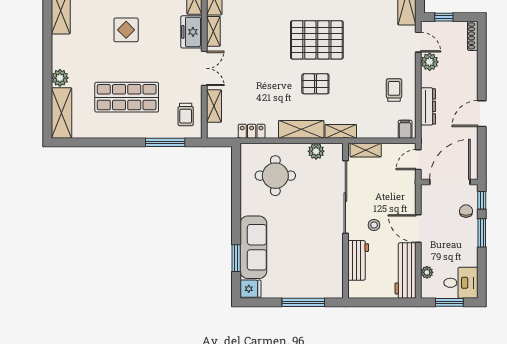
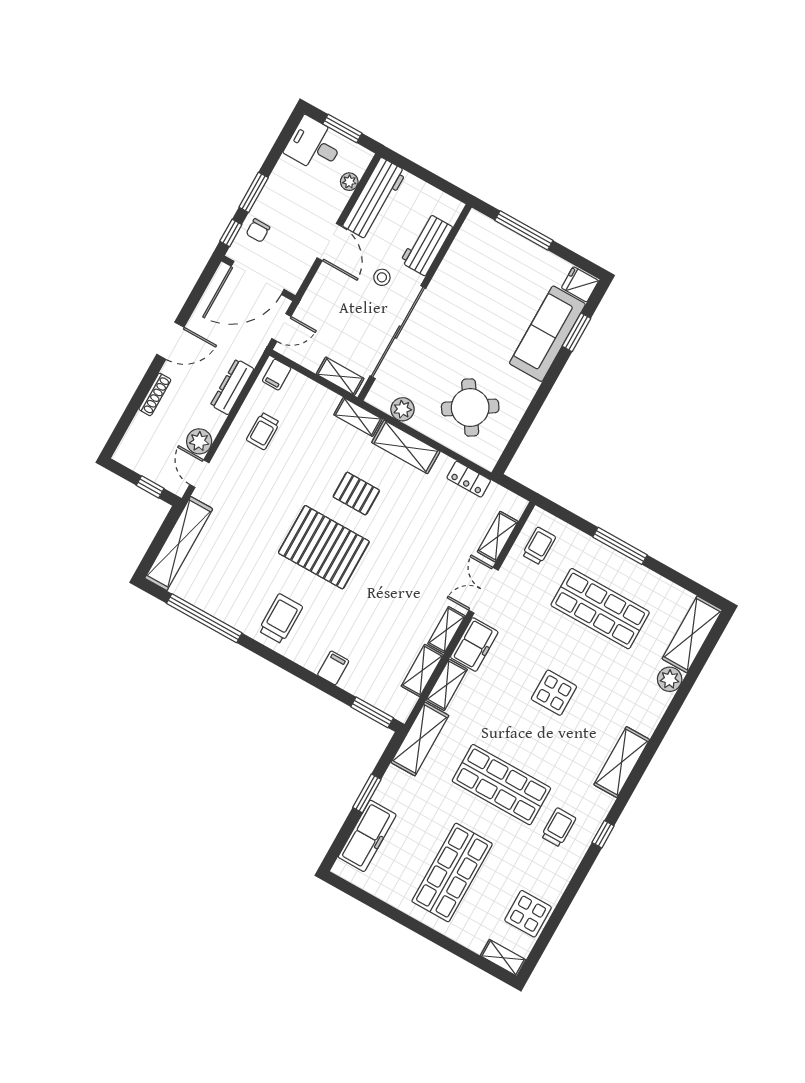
shoe rack: (473, 36) -> (155, 394), moved
window: (165, 142) -> (620, 546), moved
round table: (275, 176) -> (470, 407), turned -33

